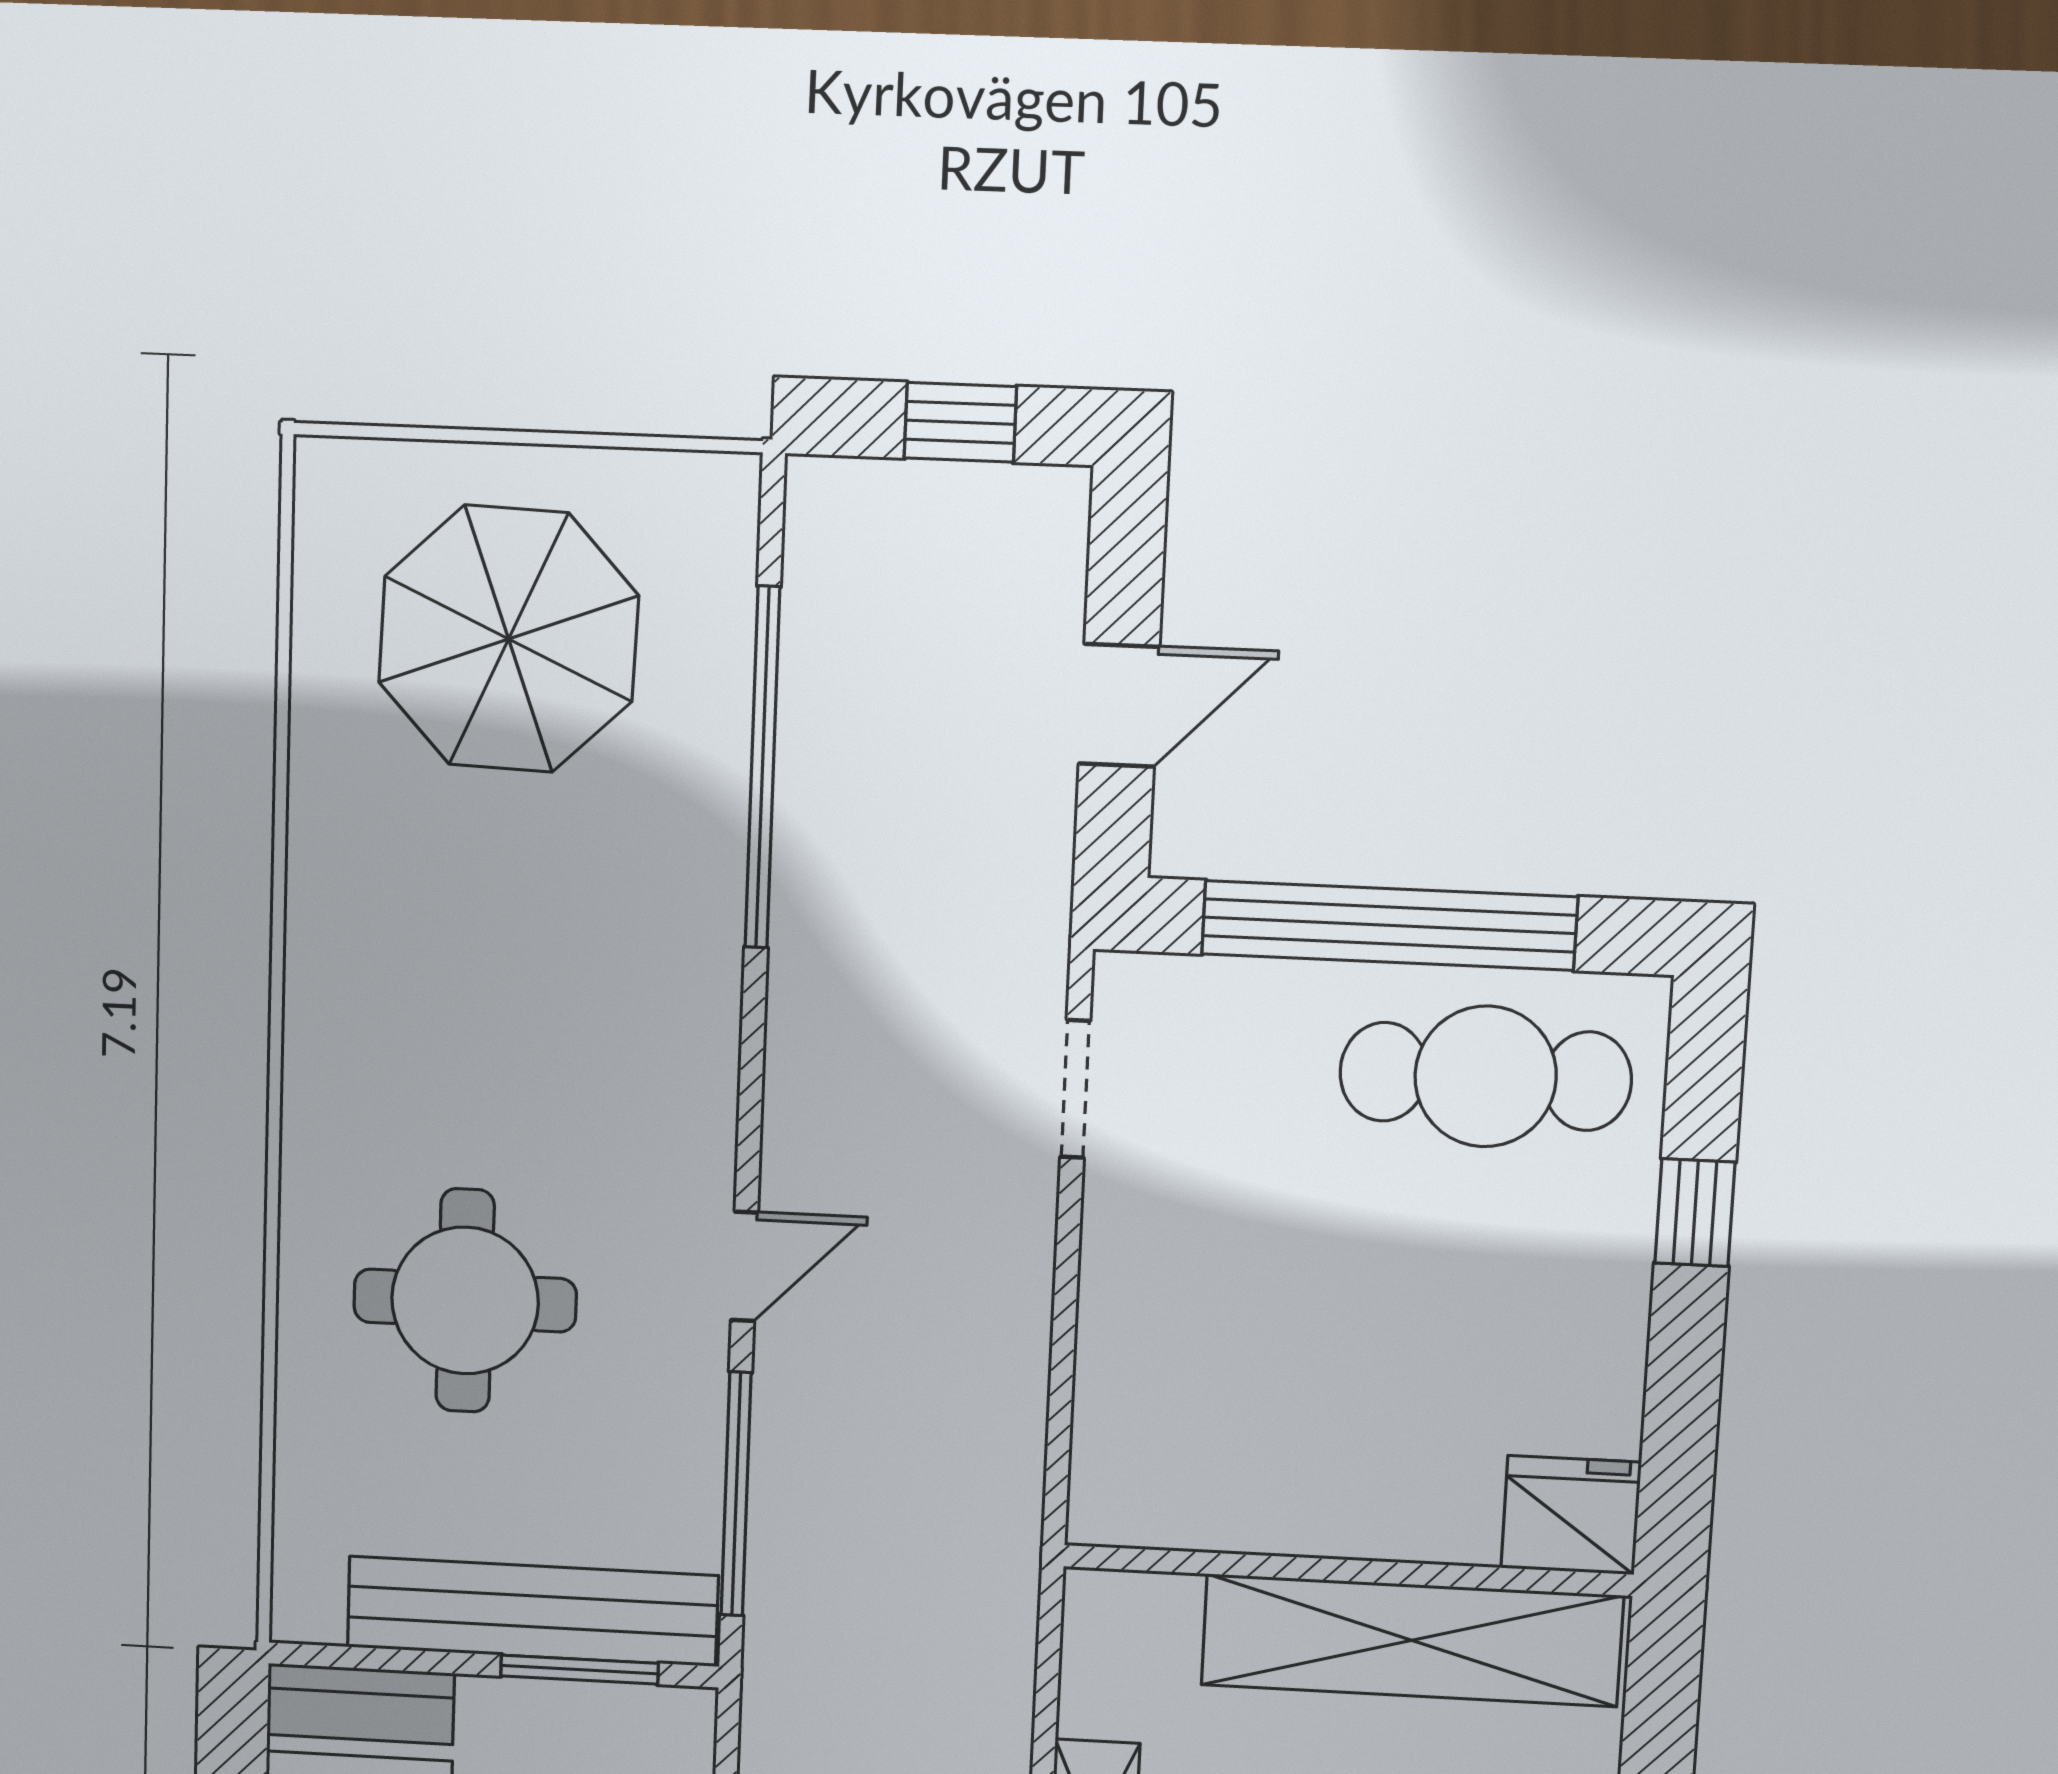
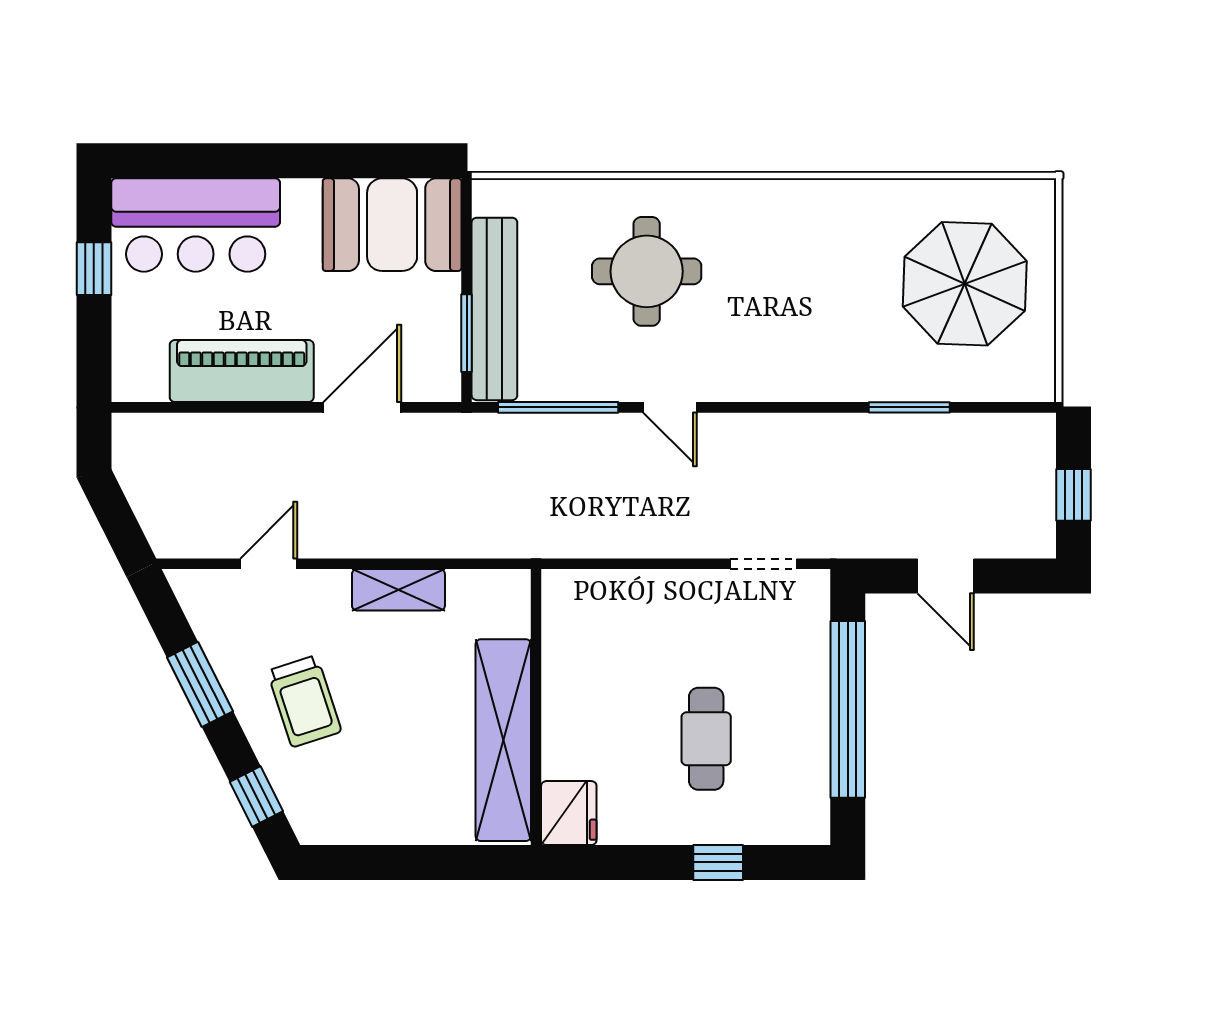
window: (762, 768) -> (909, 407), width x0.47
cafe table: (1486, 1076) -> (706, 739), moved, width x0.73, depth x0.74

